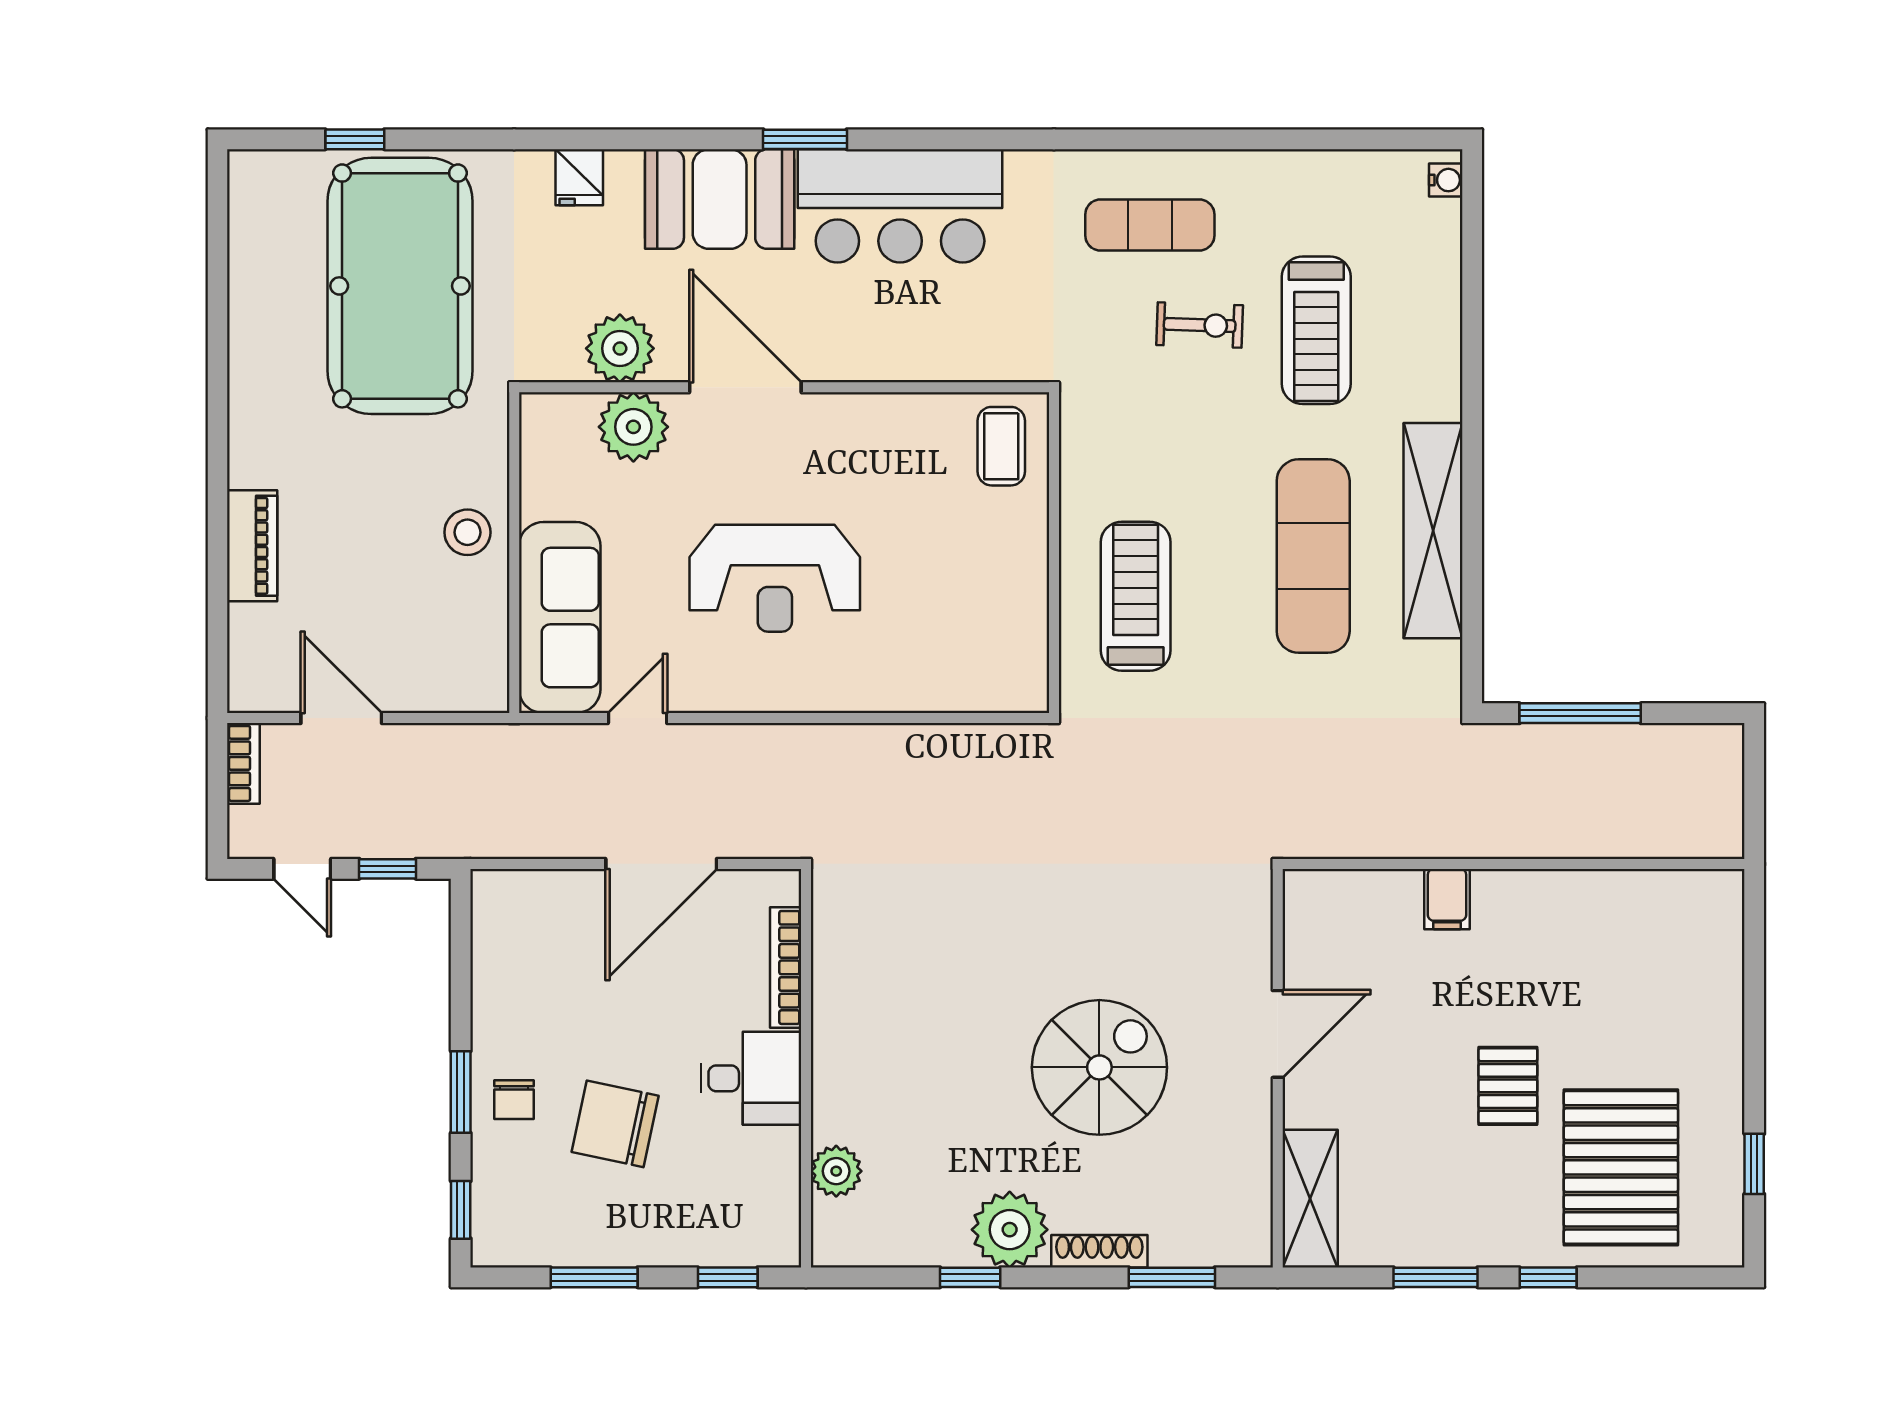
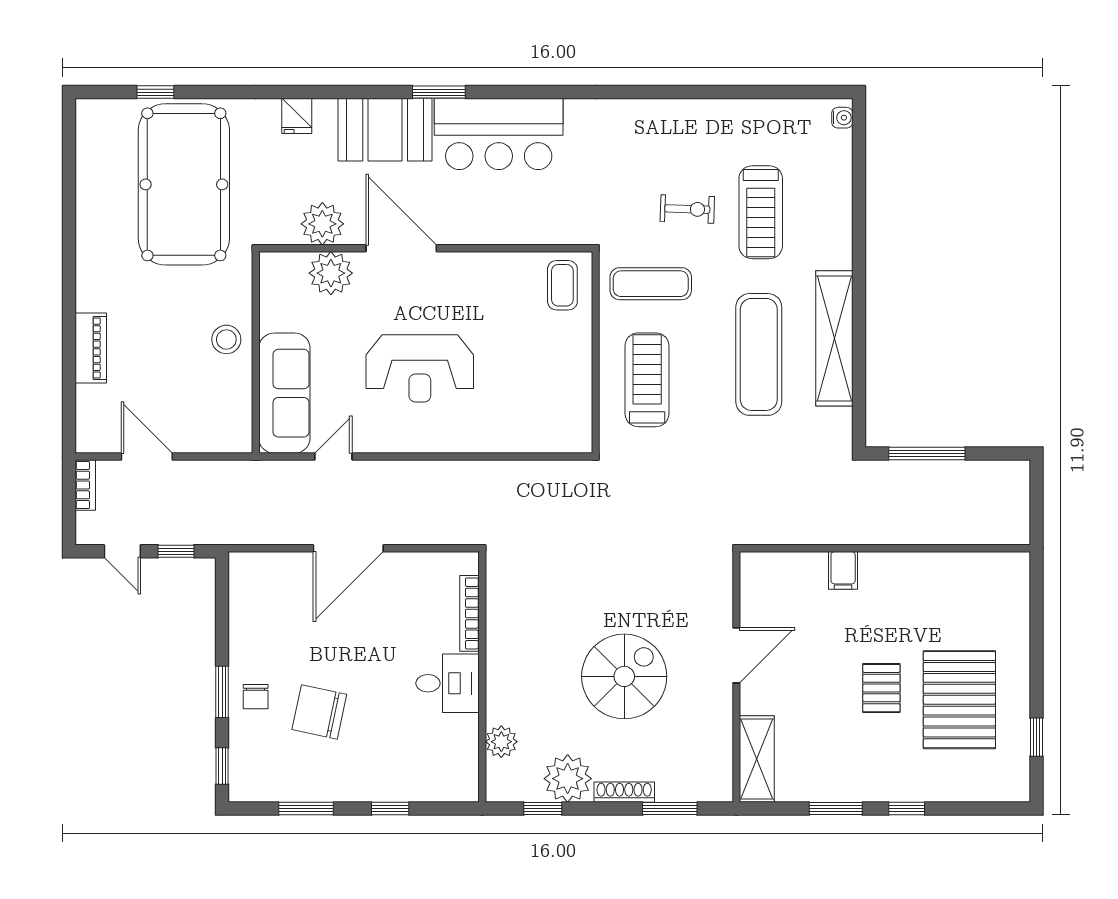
exercise mat: (1150, 225) -> (651, 284), moved
bookcase: (786, 967) -> (469, 613), moved
wall: (806, 1068) -> (482, 677), moved
desk: (751, 1078) -> (448, 683), moved
pallet: (1621, 1167) -> (959, 700), moved
plant: (836, 1171) -> (501, 742), moved

